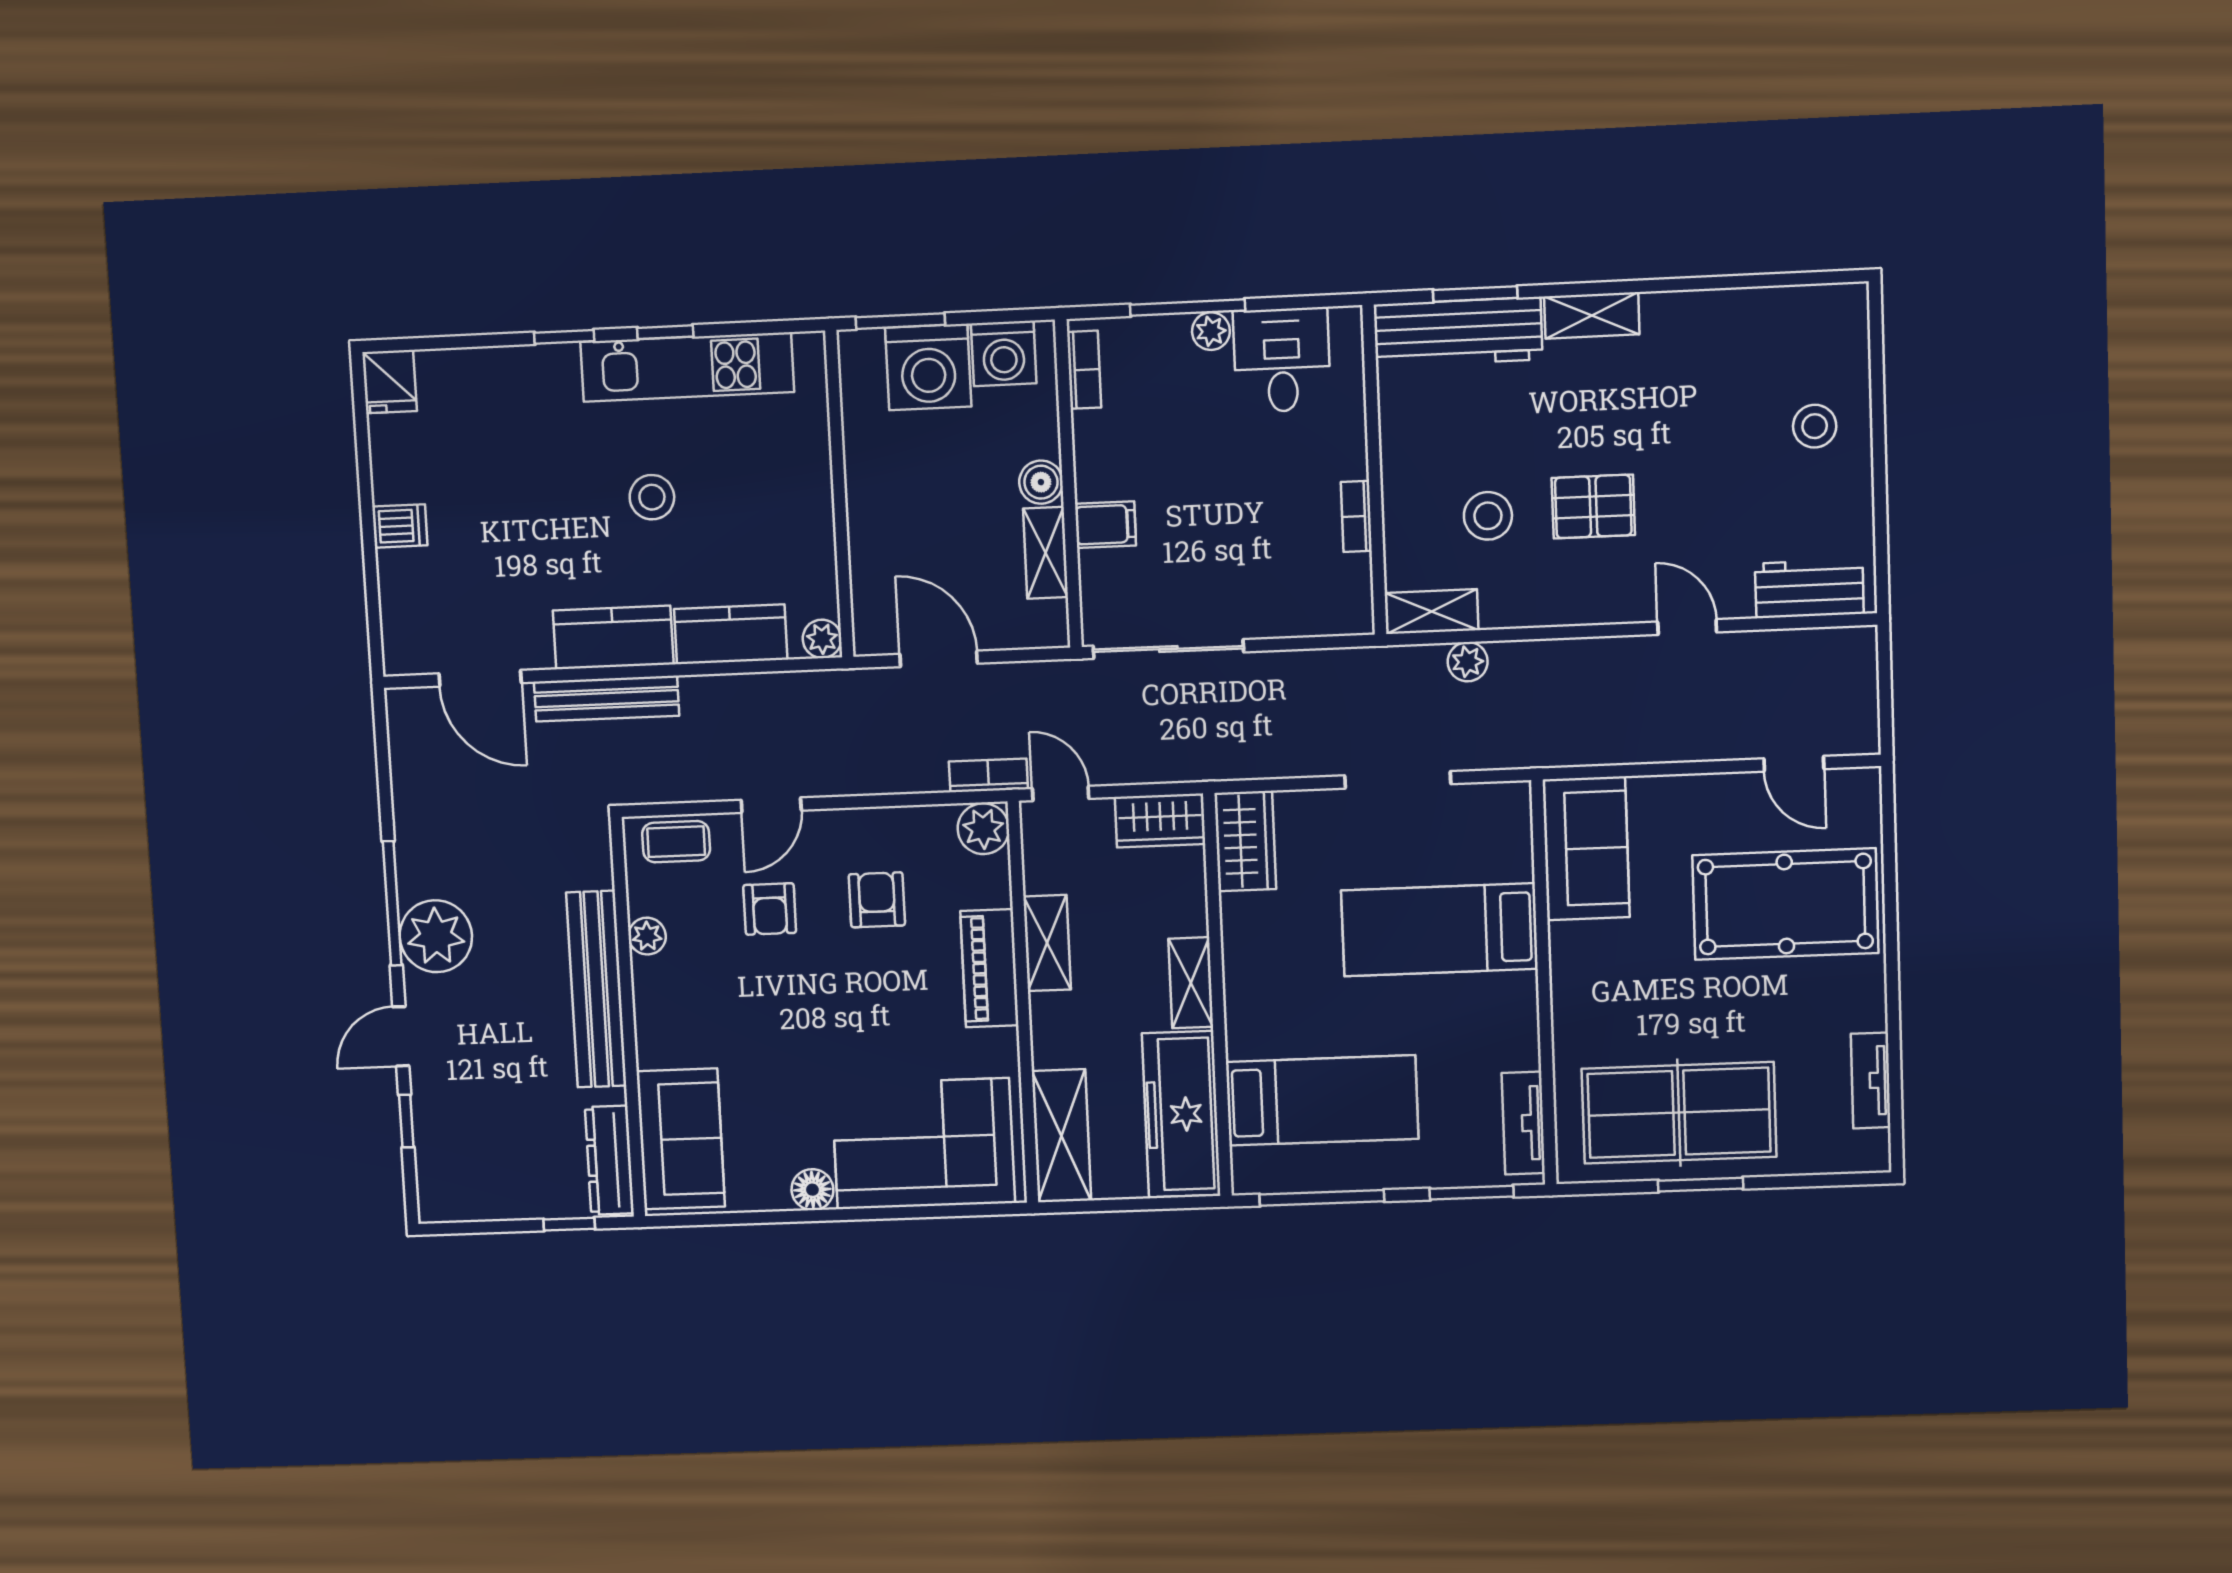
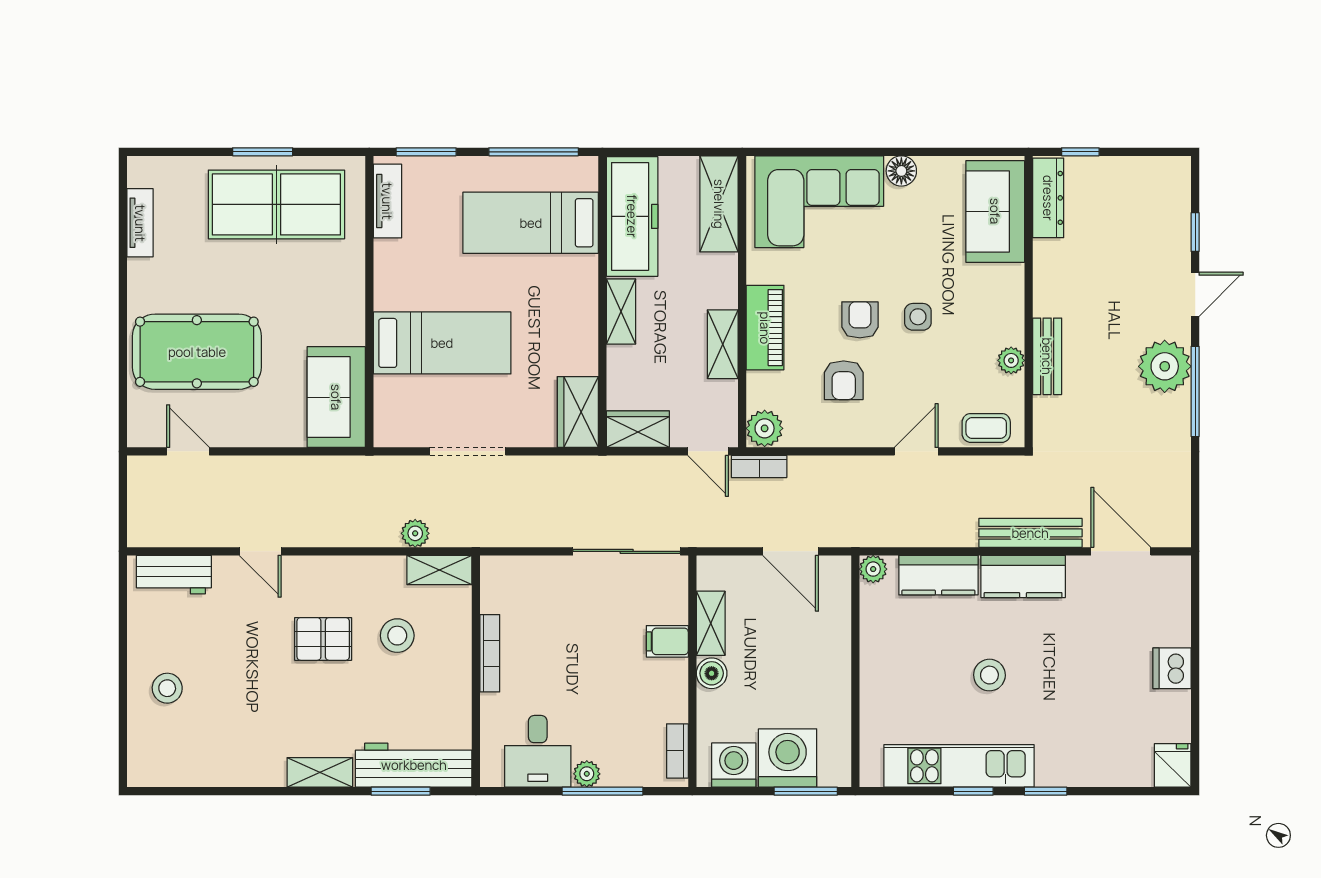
bookcase: (1356, 516) -> (490, 653), width x1.56
dishwasher: (400, 526) -> (1172, 668), width x1.38
armchair: (770, 909) -> (860, 320), moved
bench: (596, 989) -> (1047, 356), width x0.54, depth x0.82
side table: (779, 991) -> (918, 317), added

